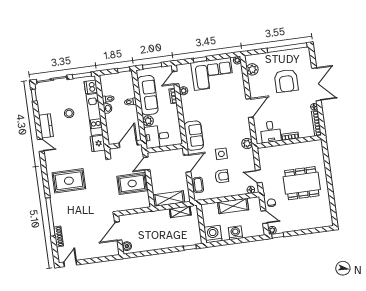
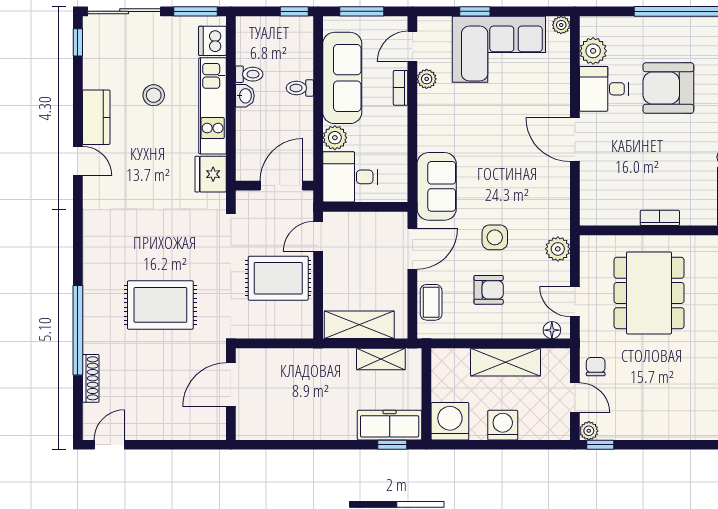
armchair: (286, 81) -> (668, 88), turned 90
door: (250, 108) -> (575, 140), swing flipped
desk: (271, 132) -> (604, 89), moved, turned 90
plant: (247, 144) -> (558, 249), moved
rug: (69, 181) -> (160, 305), moved
dining table: (302, 183) -> (649, 293), moved, turned 90
freezer: (188, 239) -> (390, 425), added
boiler: (127, 246) -> (246, 422), removed

